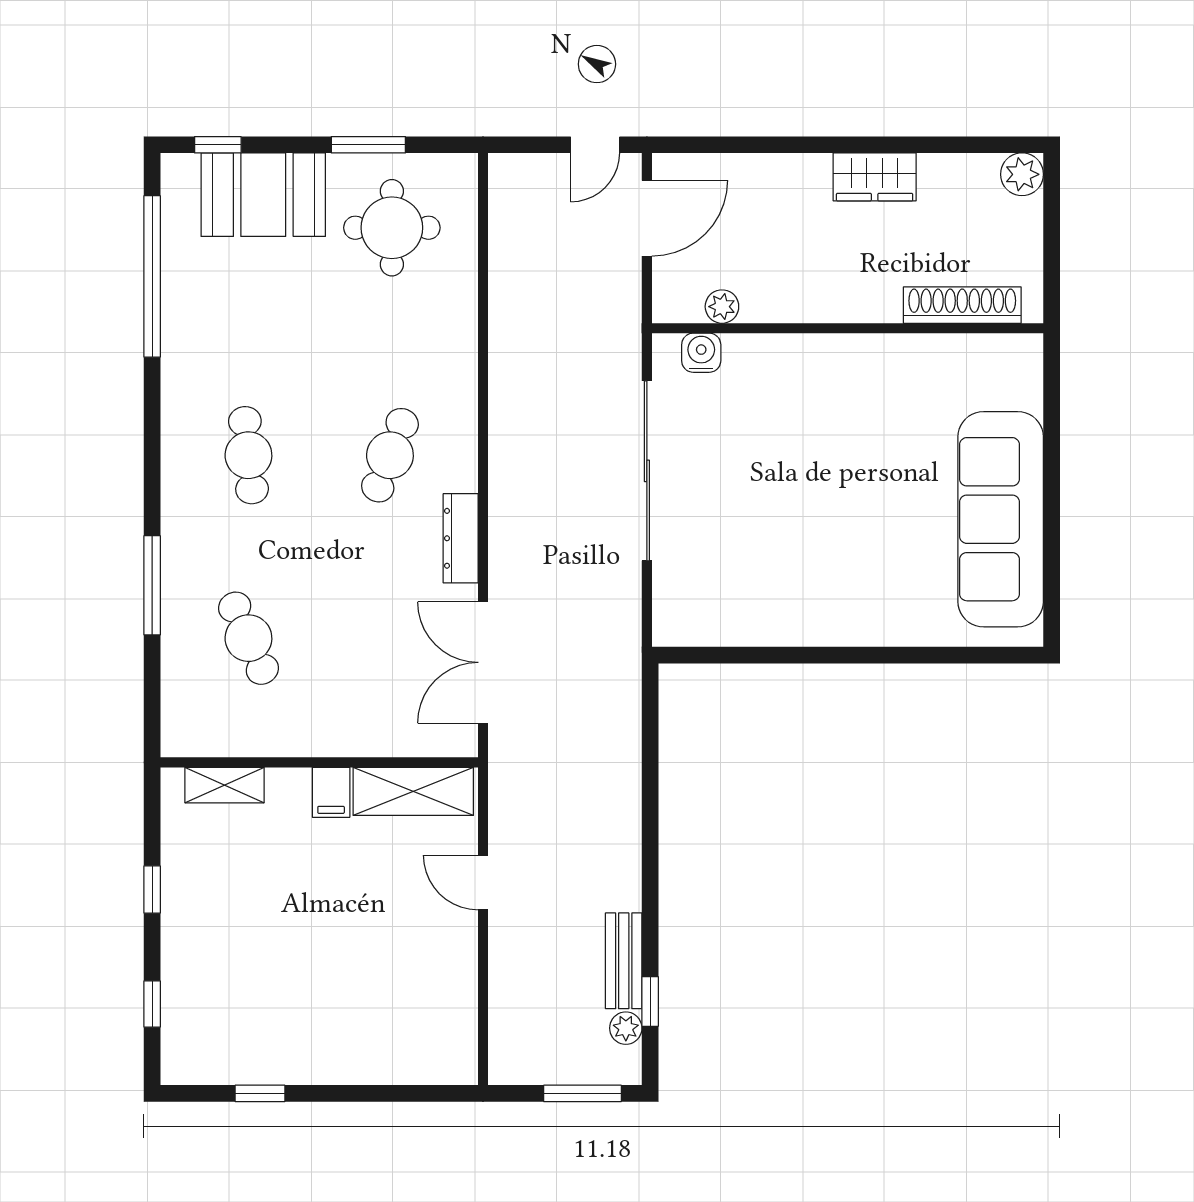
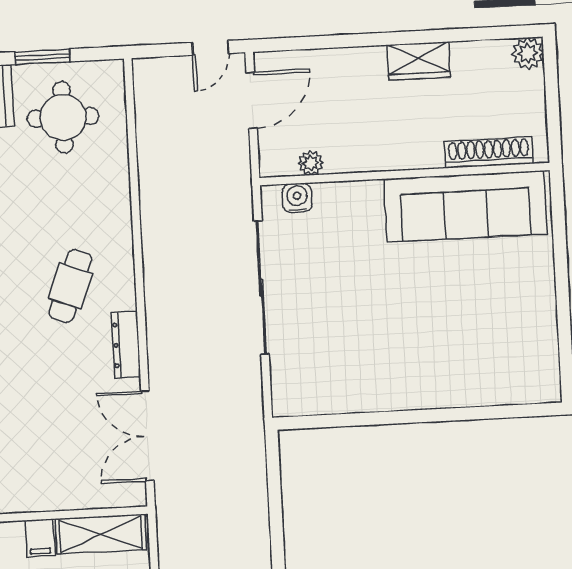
sofa: (1001, 519) -> (465, 206), moved, turned -90

